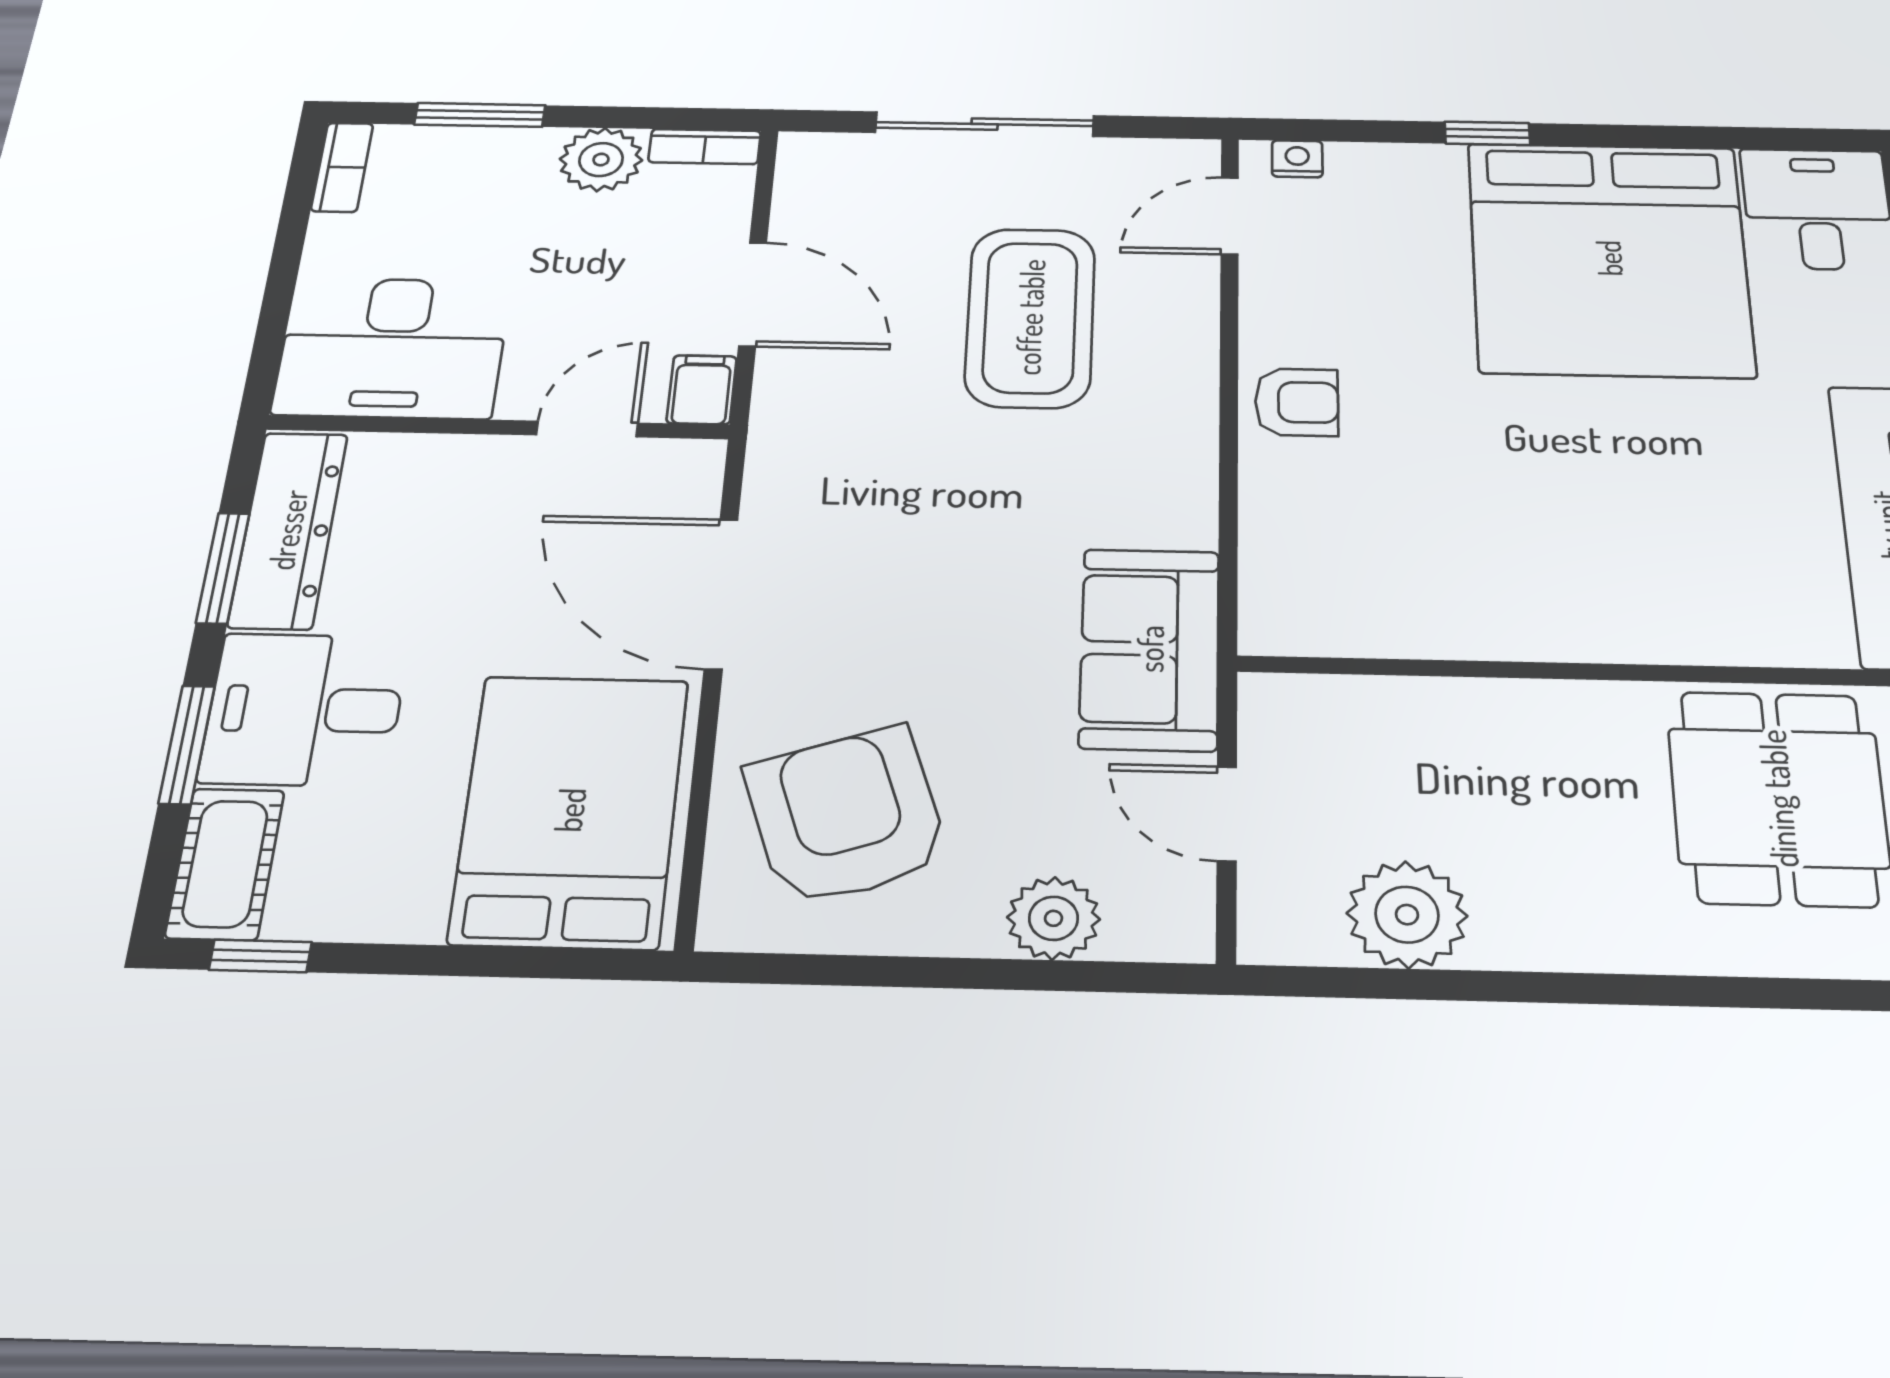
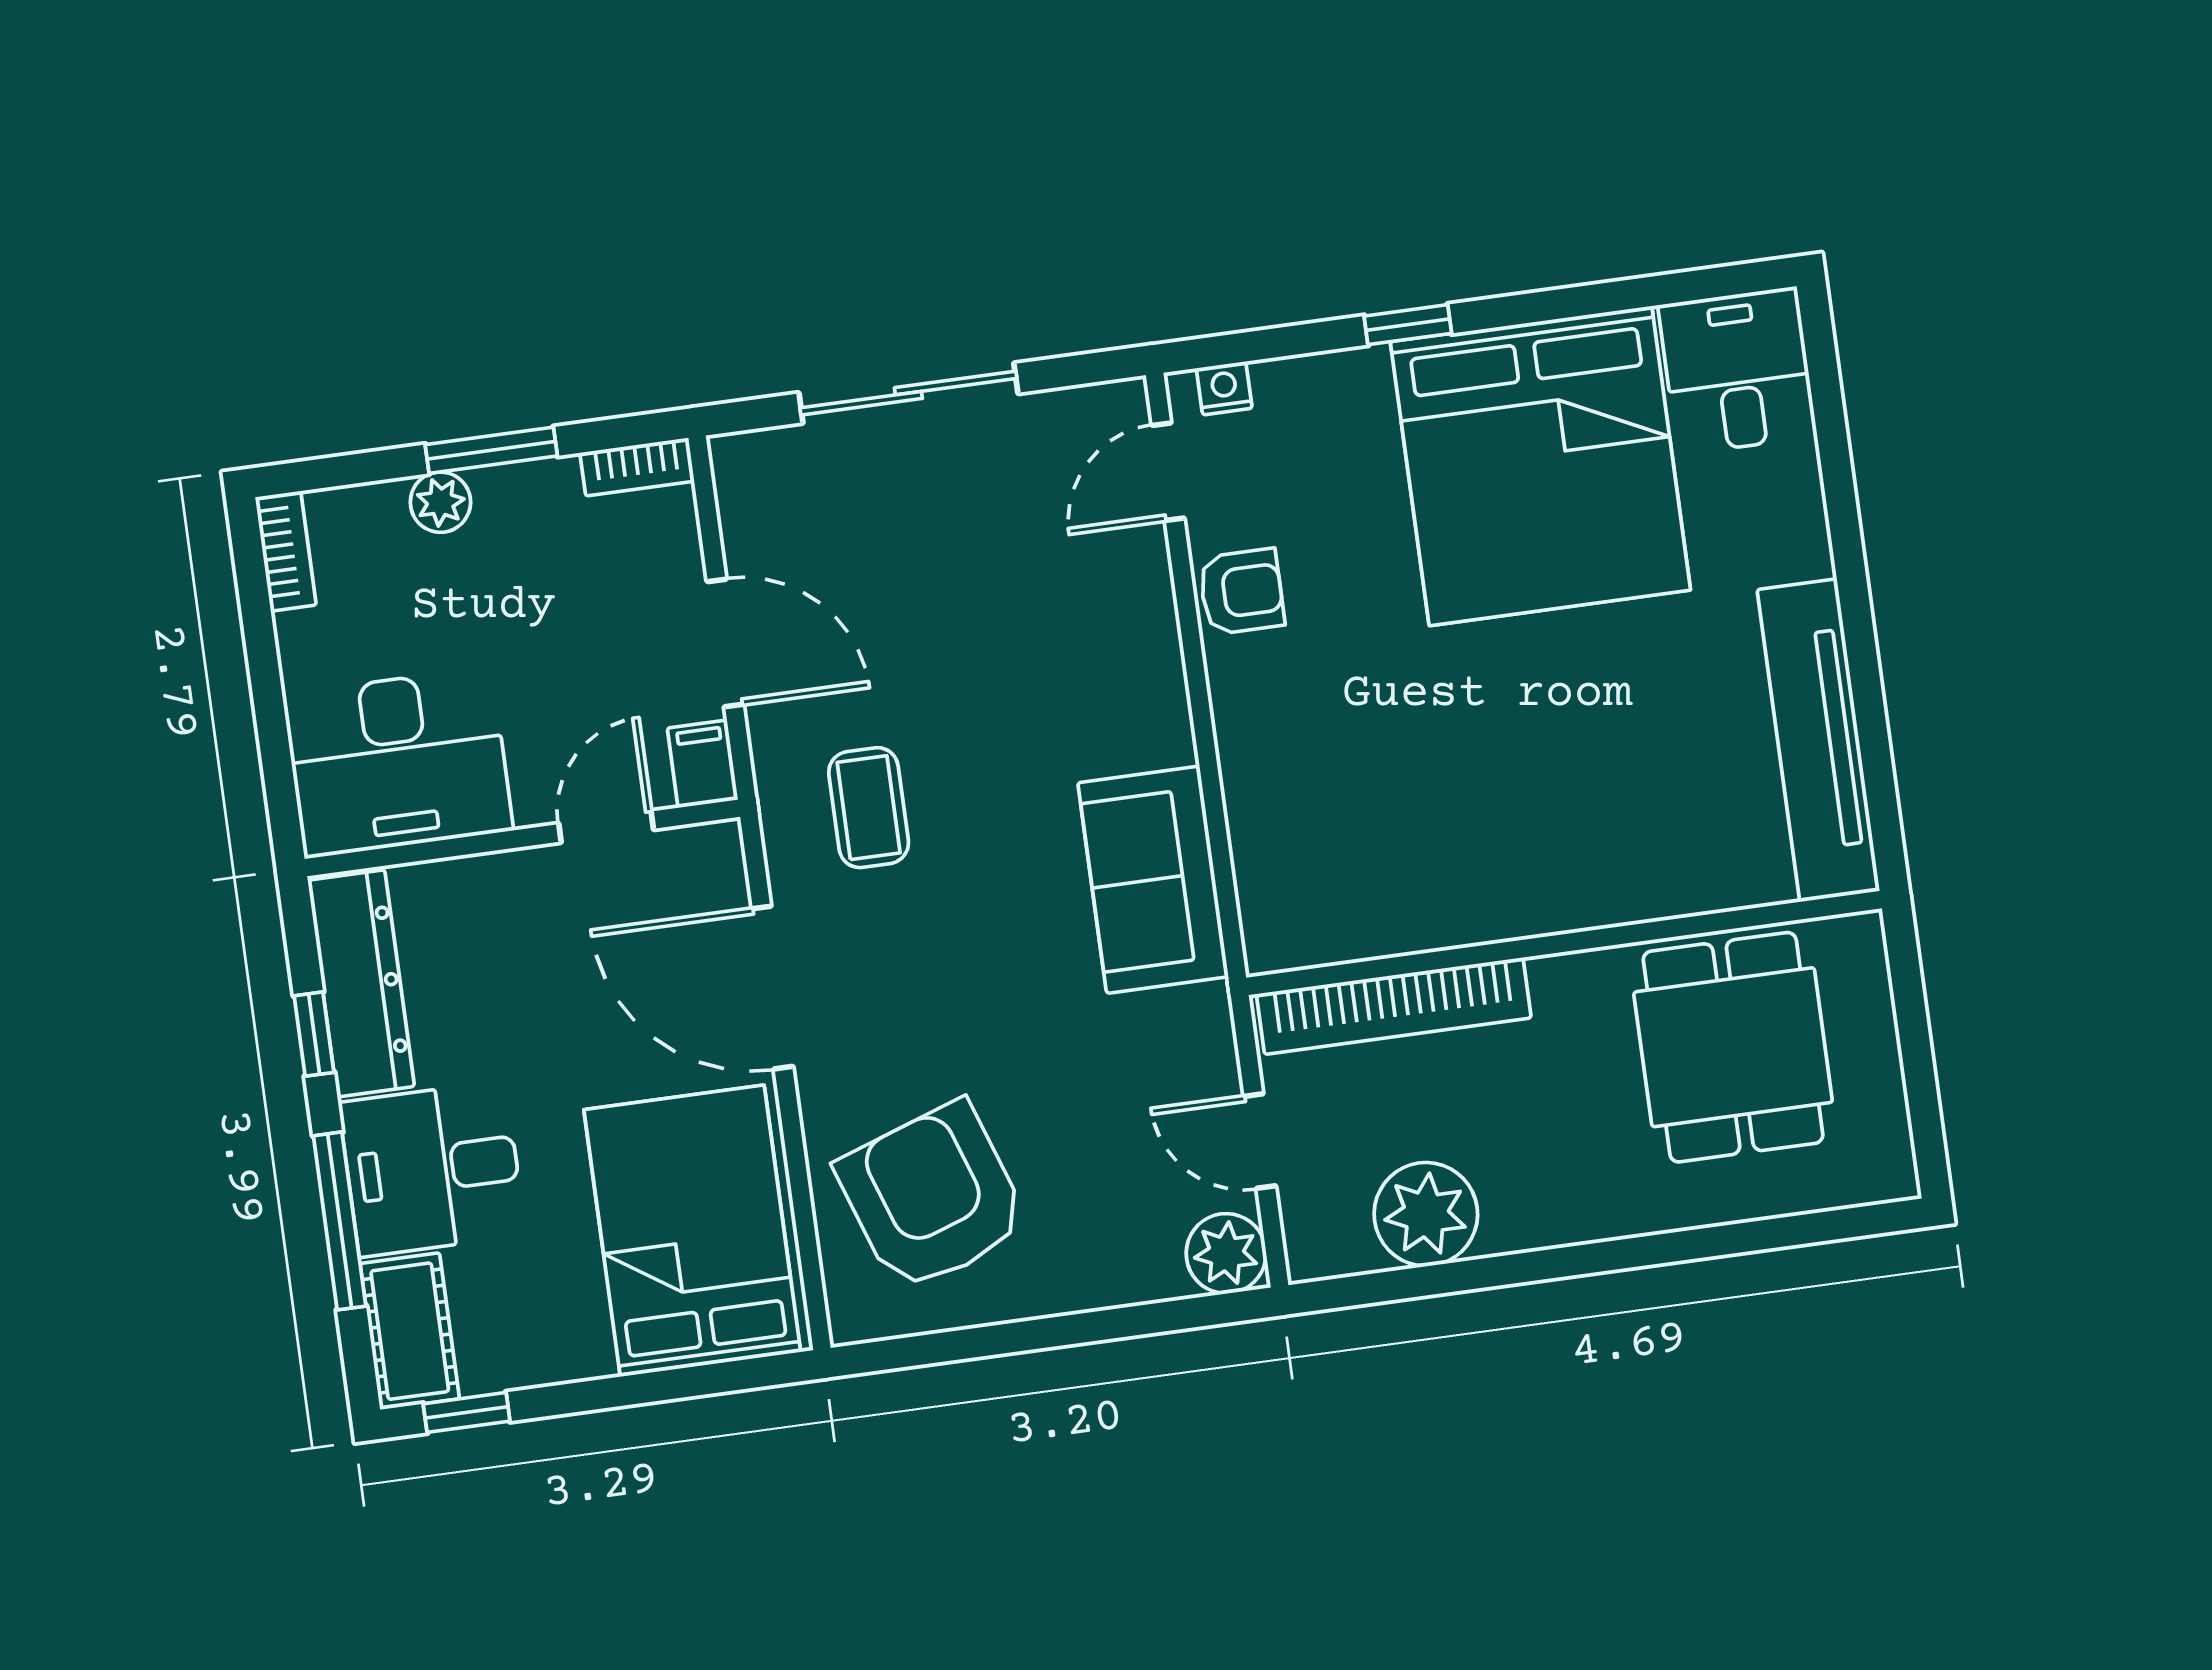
window: (480, 115) -> (491, 450), moved
plant: (601, 160) -> (440, 502), moved, width x0.73, depth x0.73
coffee table: (1030, 317) -> (869, 808), moved, width x0.54, depth x0.58
armchair: (1297, 402) -> (1241, 592), moved
window: (223, 568) -> (314, 1034), width x0.67
sofa: (1150, 649) -> (1153, 880), moved
bookcase: (1397, 704) -> (1394, 1006), added
window: (187, 745) -> (340, 1221), width x1.44
plant: (1054, 918) -> (1226, 1253), moved

